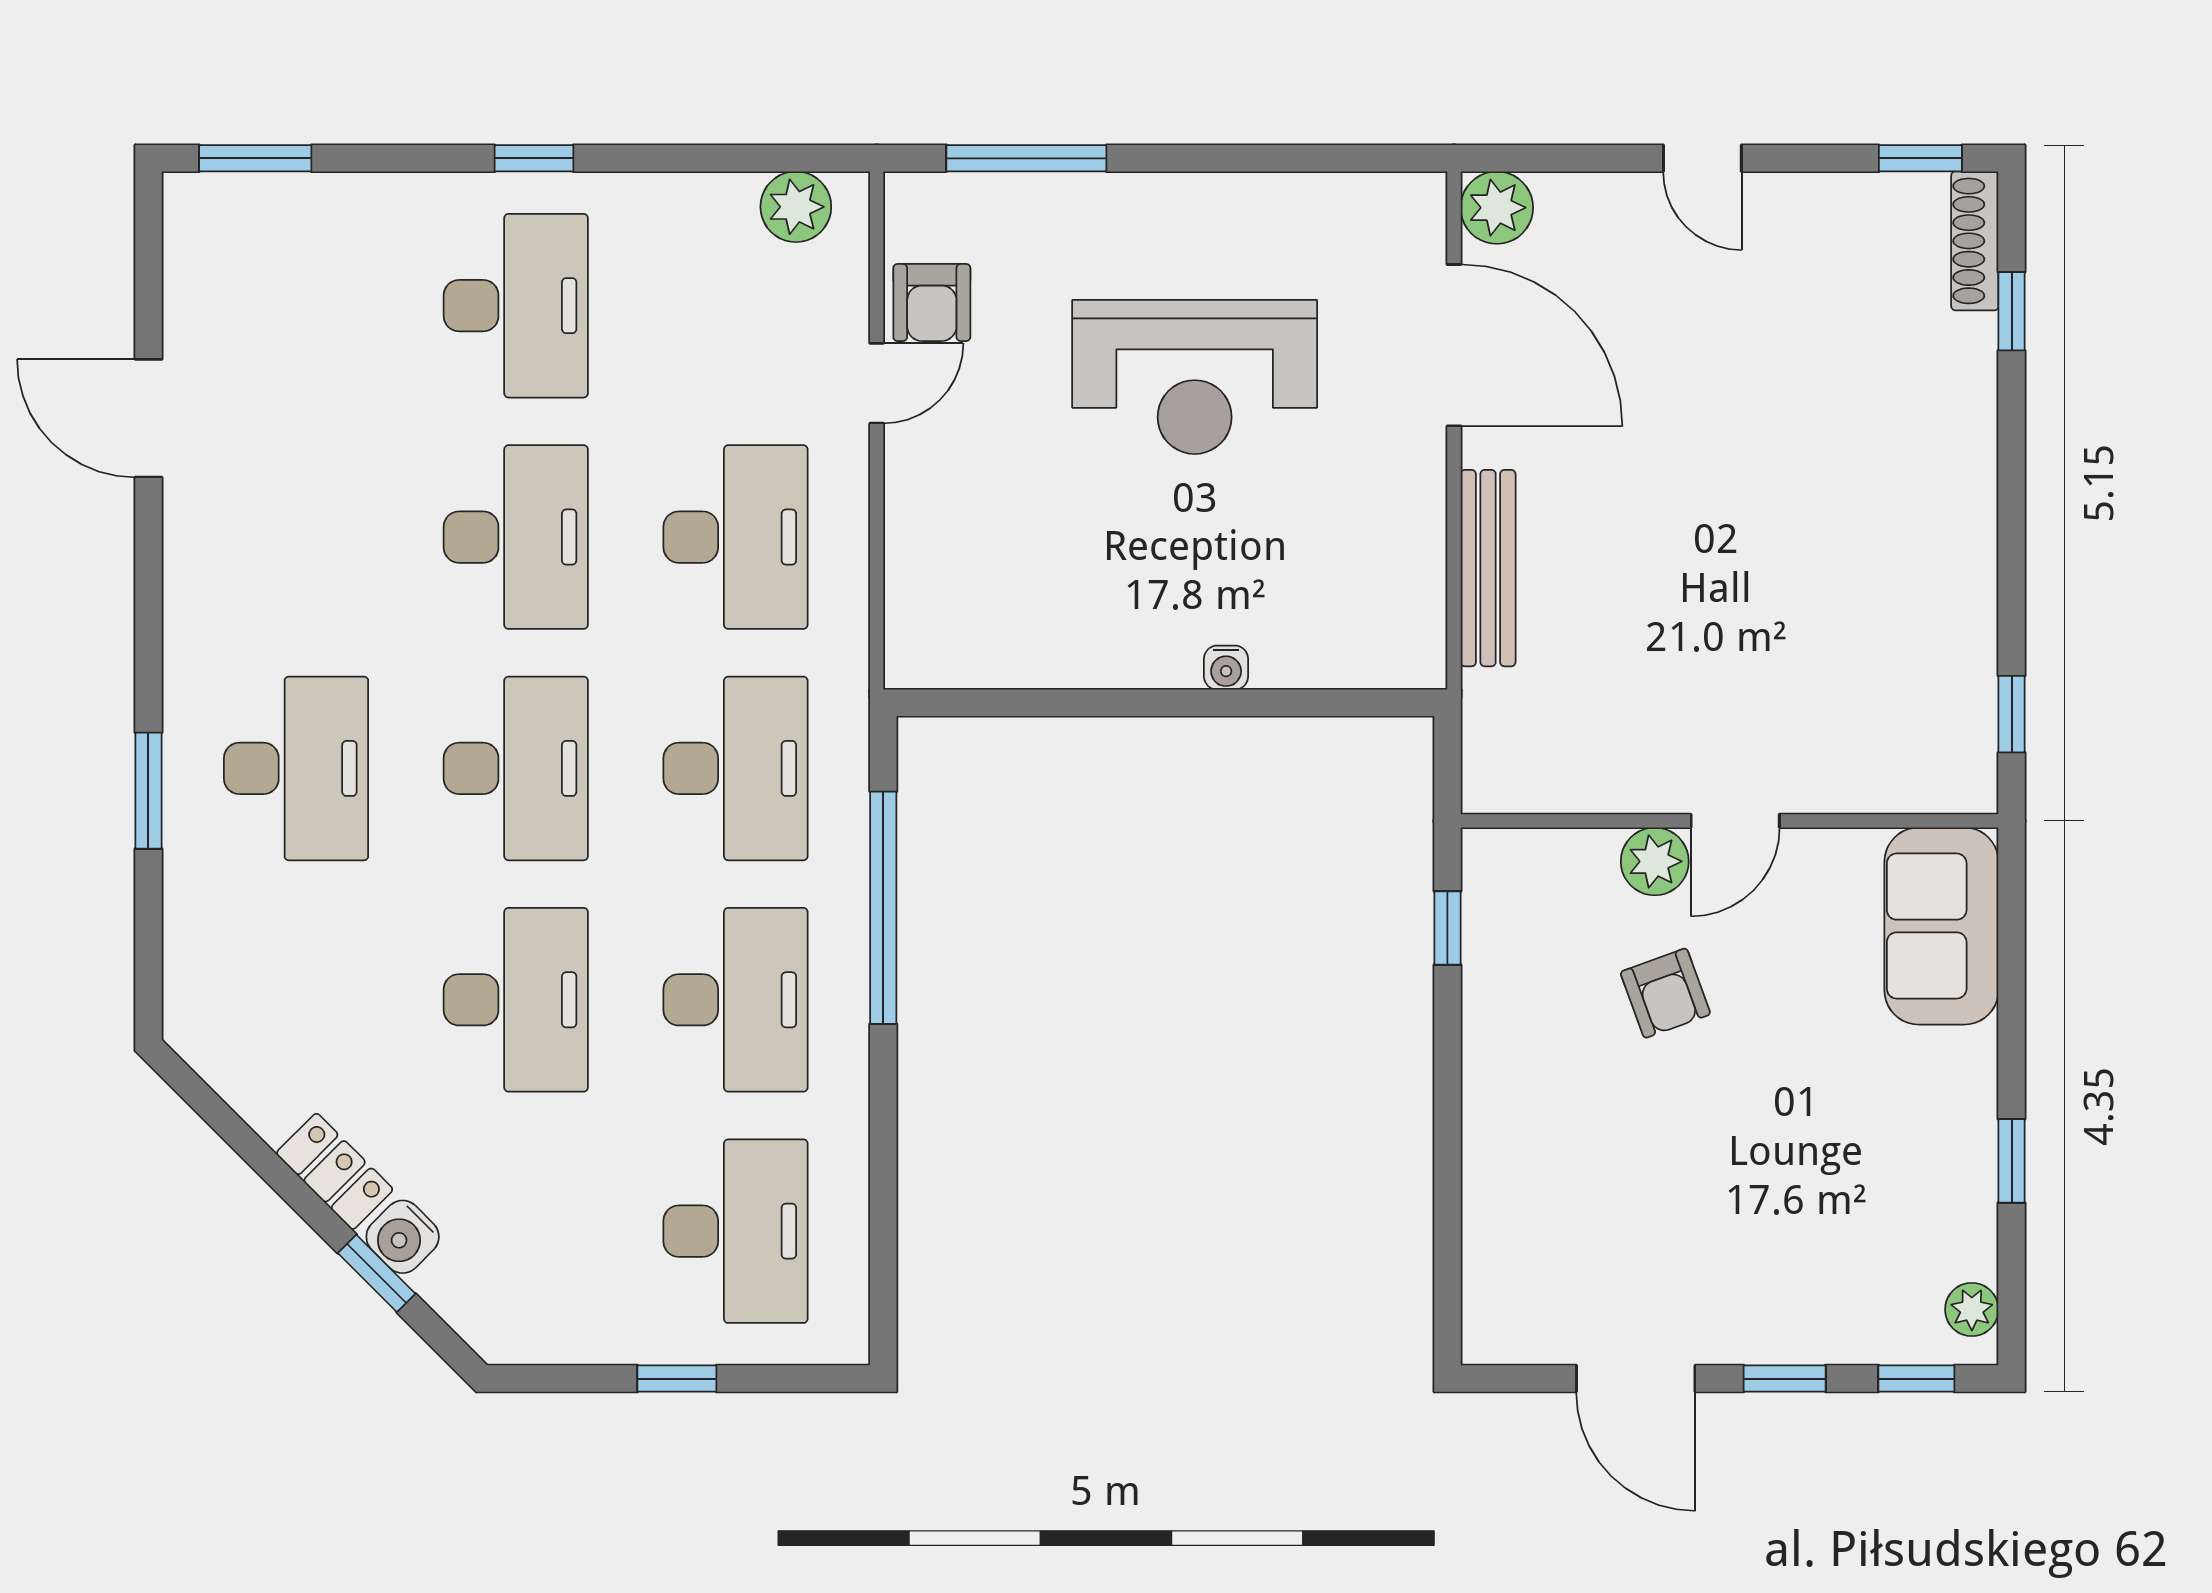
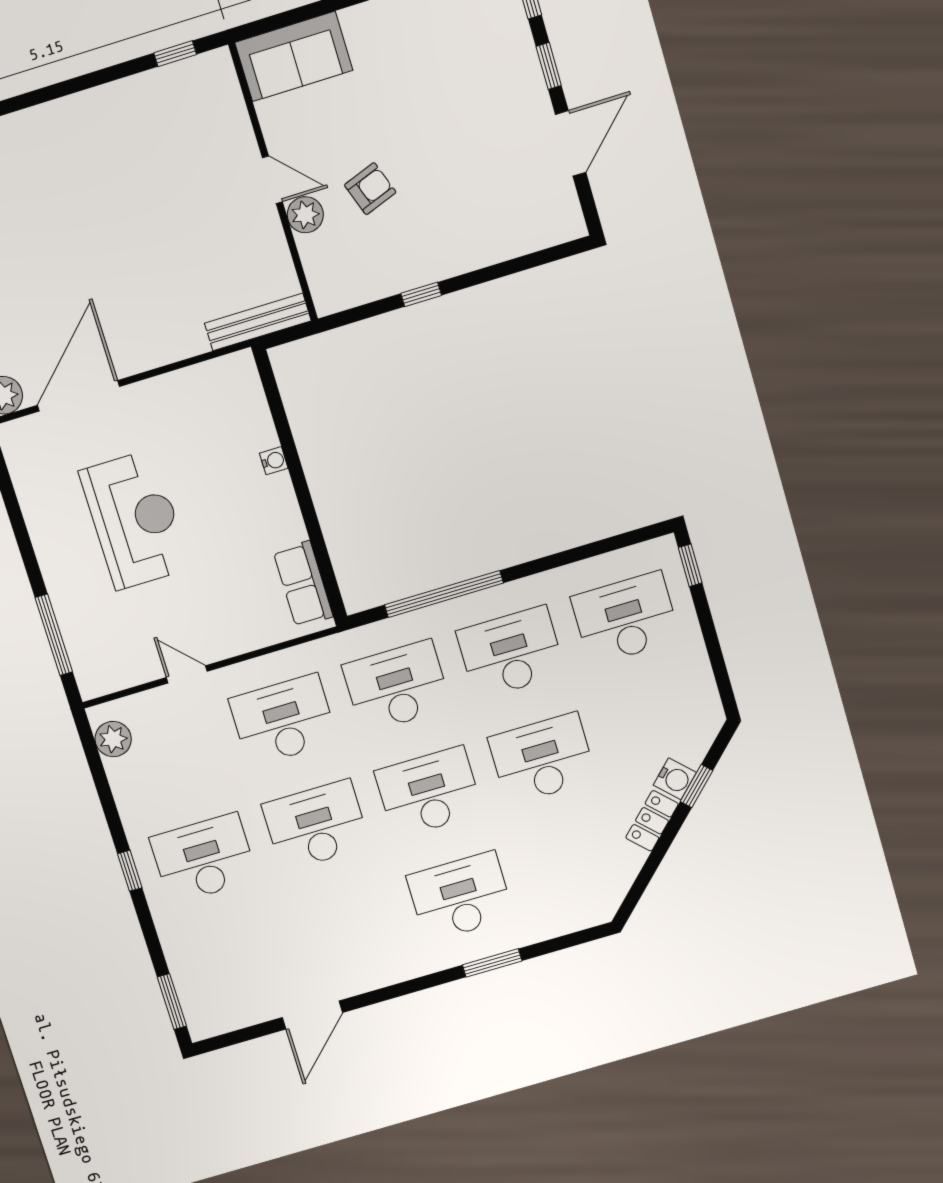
armchair: (932, 303) -> (139, 659), removed
bench: (1488, 568) -> (258, 322), moved
row of seats: (981, 652) -> (303, 584), added
window: (1447, 928) -> (421, 294), moved
window: (677, 1379) -> (690, 565), moved

